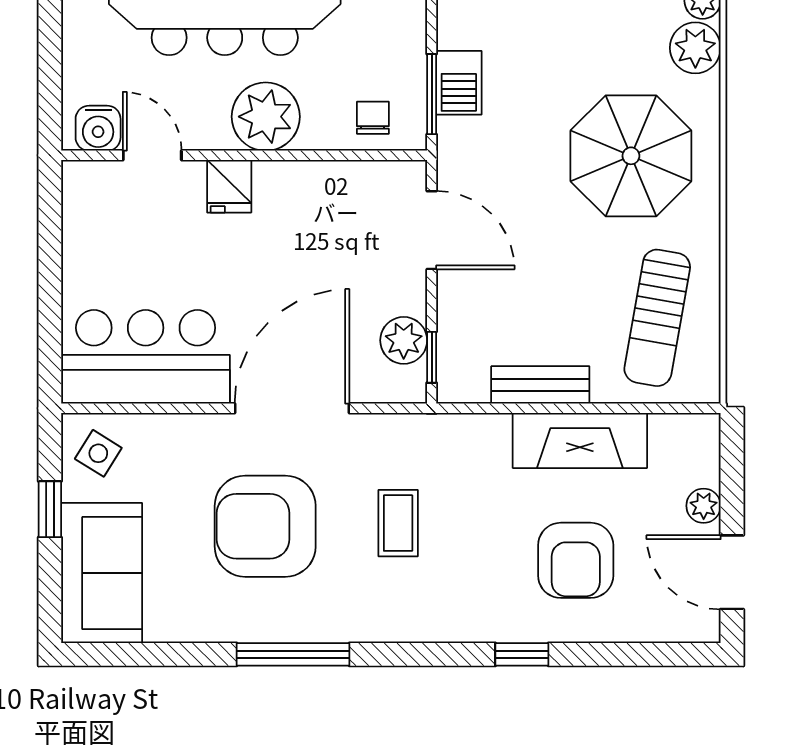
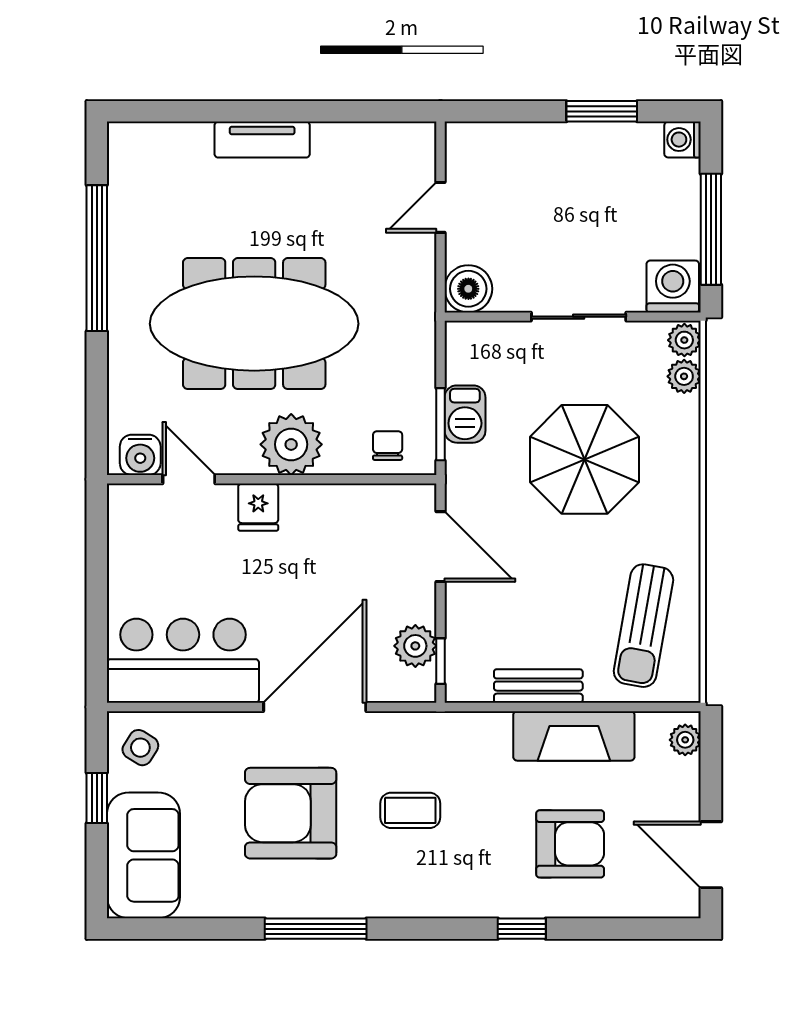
plant: (695, 48) -> (684, 376), width x0.73, depth x0.73
parasol: (631, 156) -> (584, 459), moved
plant: (704, 506) -> (685, 740), moved
coffee table: (398, 523) -> (410, 810), turned 90
armchair: (576, 560) -> (570, 844), turned -90

